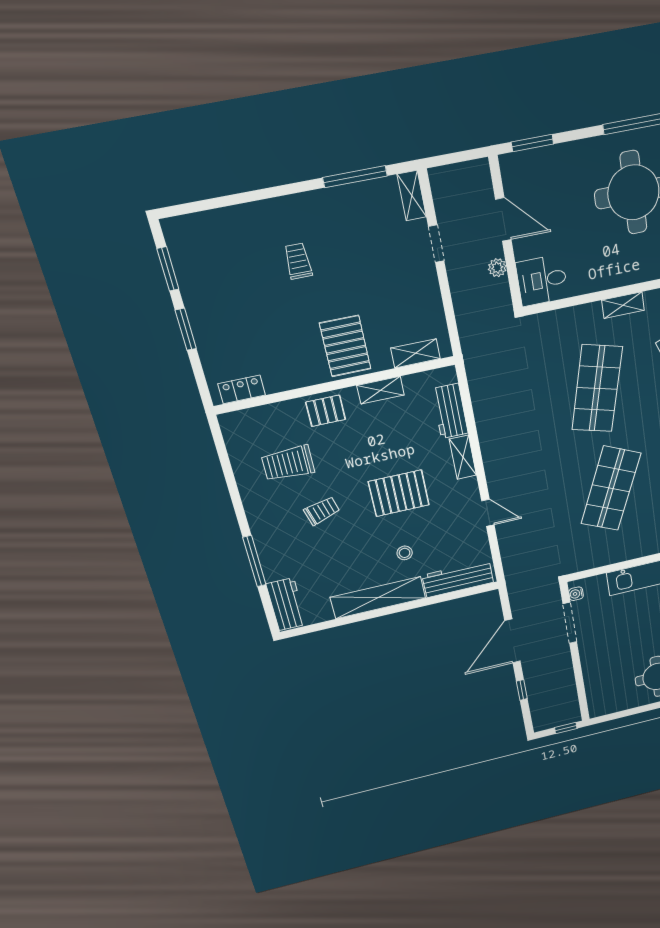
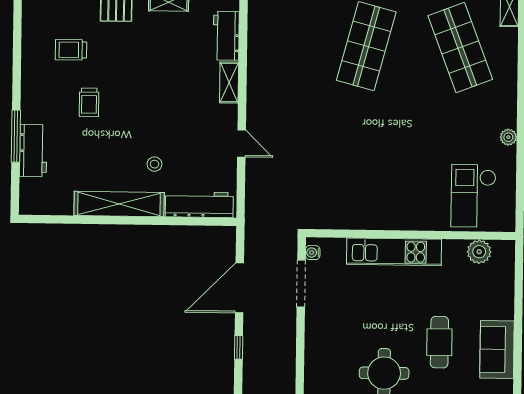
trolley: (288, 463) -> (71, 50), width x0.73, depth x0.72
shop shelf: (611, 488) -> (365, 149), removed
pallet: (399, 493) -> (163, 103), removed
trolley: (322, 511) -> (89, 102), turned 106
workbench: (286, 604) -> (33, 151), moved

